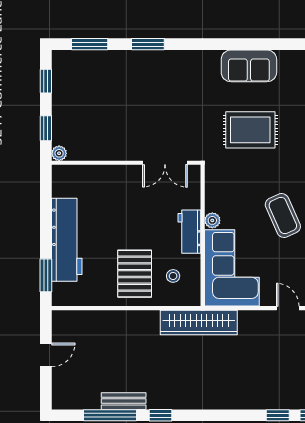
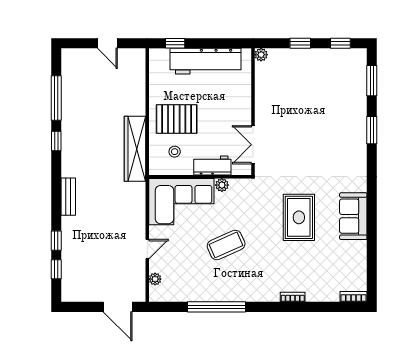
plant: (59, 153) -> (261, 55), moved
wall: (126, 163) -> (253, 112), moved
double door: (165, 163) -> (253, 145), moved
window: (46, 275) -> (175, 43), width x0.67
wardrobe: (199, 322) -> (135, 149), moved
bench: (124, 401) -> (68, 197), moved

